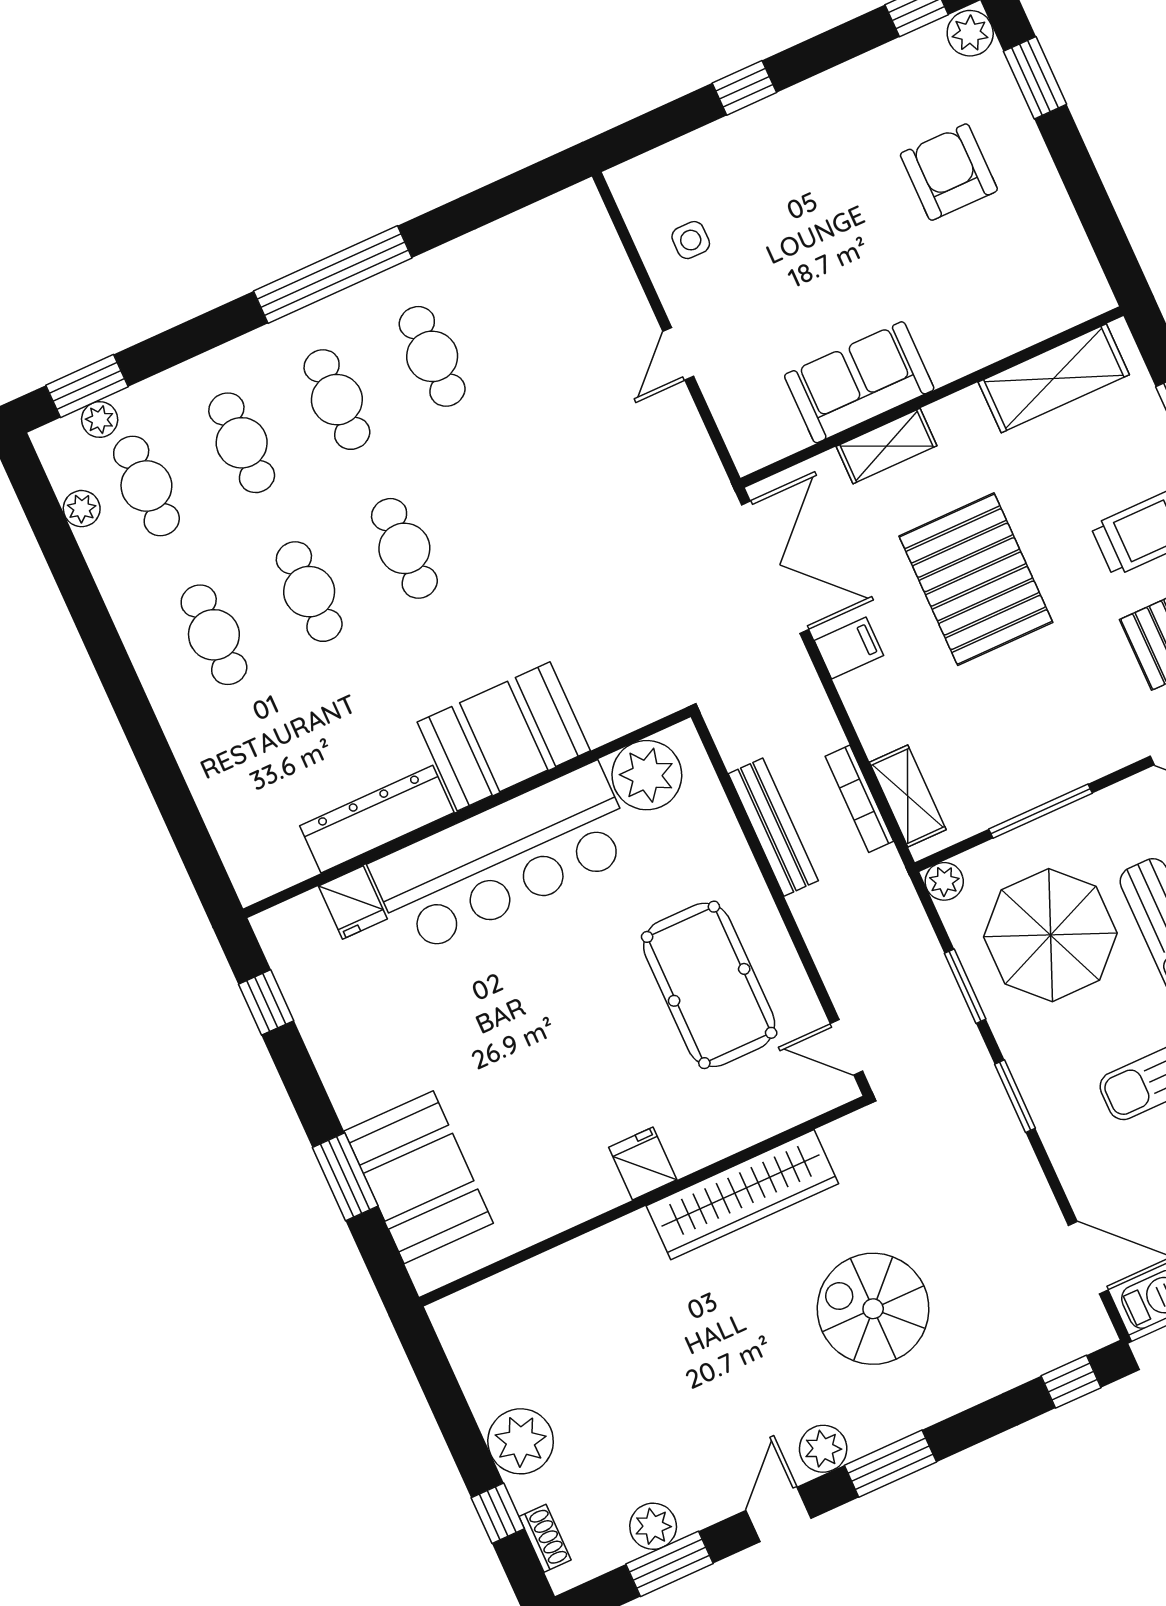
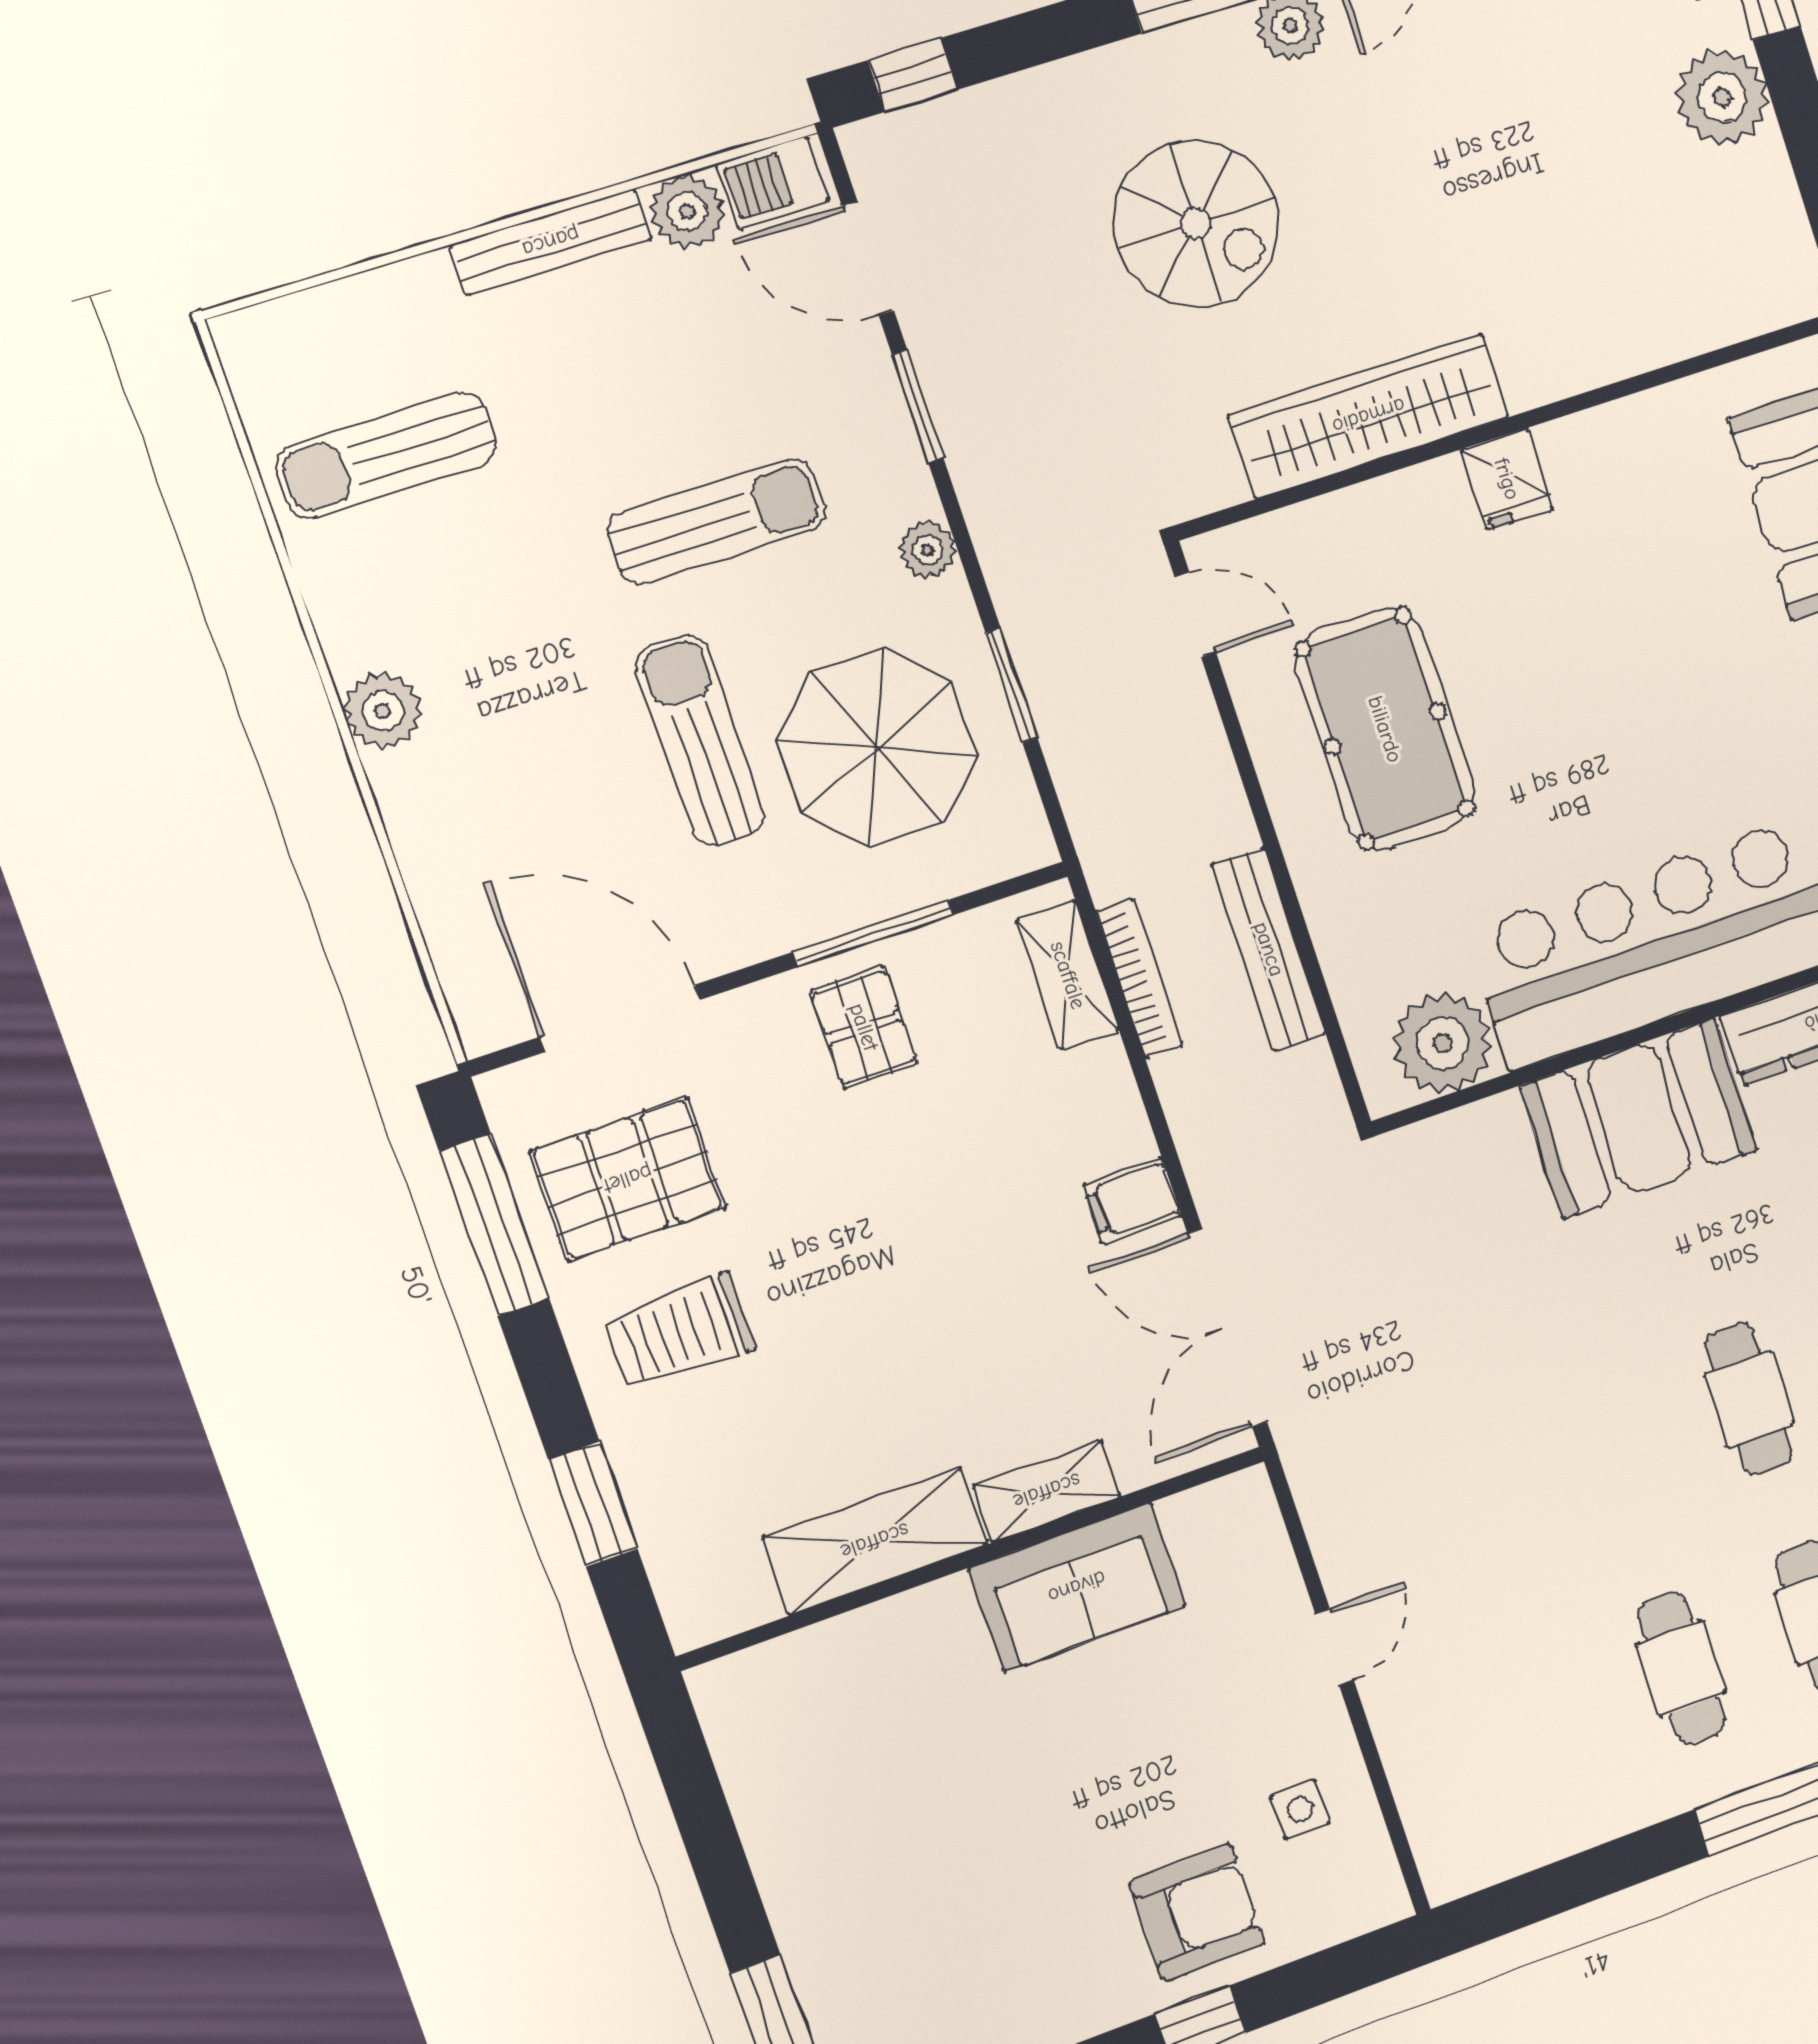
armchair: (949, 172) -> (1197, 1913), moved, turned -90
shelving: (1054, 378) -> (875, 1541), moved
pallet: (976, 579) -> (864, 1027), moved, width x0.49, depth x0.50
plant: (944, 881) -> (928, 550), moved
window: (1015, 1096) -> (918, 406), moved

